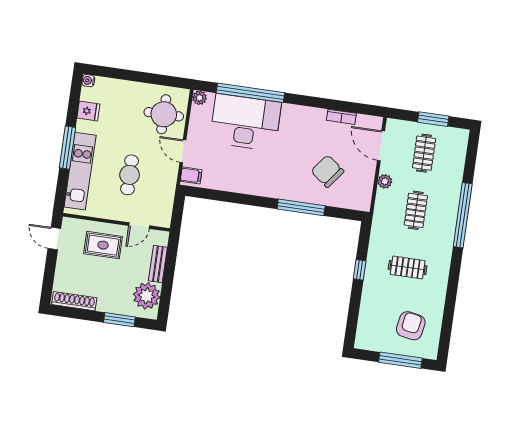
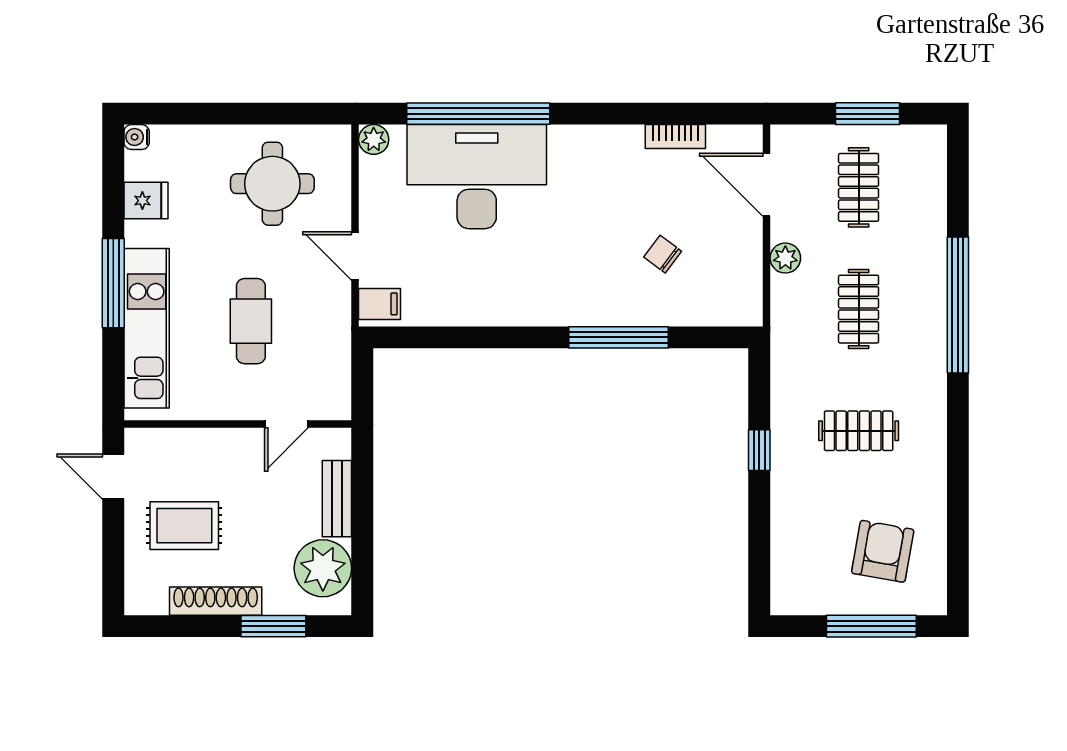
round table: (164, 114) -> (272, 184), moved
chair: (327, 171) -> (663, 254), width x0.54, depth x0.54
rug: (103, 245) -> (184, 526), moved
shoe rack: (74, 301) -> (216, 601), moved

